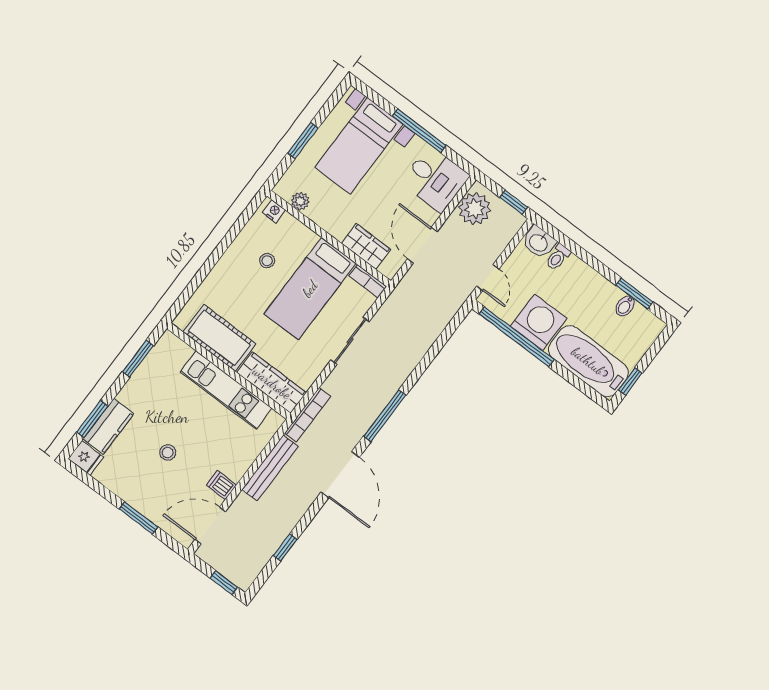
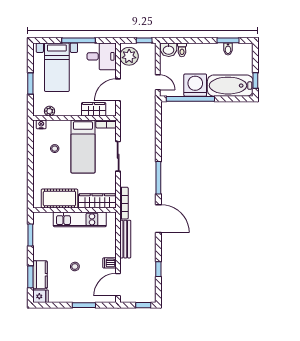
door: (422, 245) -> (118, 90), hinge flipped

